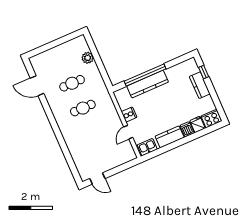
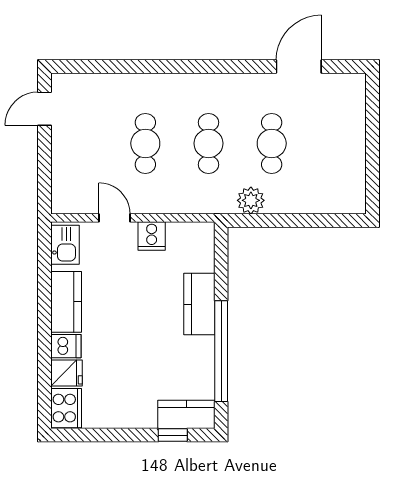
plant: (88, 58) -> (251, 200), moved
window: (145, 75) -> (221, 351), moved
kitchen counter: (148, 84) -> (199, 304), width x0.67
kitchen counter: (200, 85) -> (186, 414), moved
cafe table: (94, 133) -> (145, 143), added

